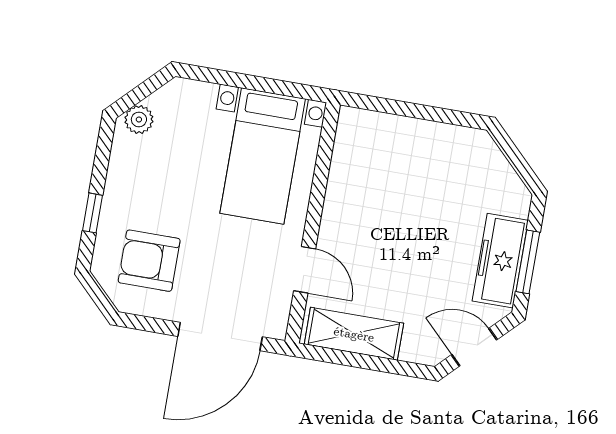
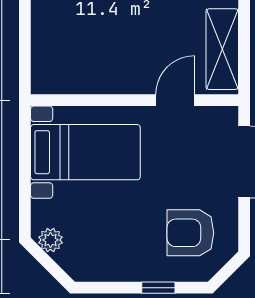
plant: (139, 120) -> (50, 240), moved
armchair: (149, 261) -> (190, 233), turned 90

